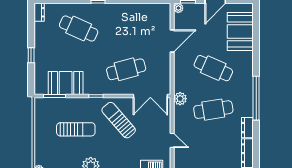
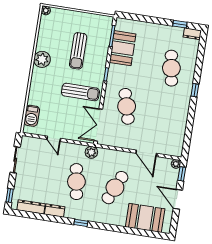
cafe table: (79, 29) -> (171, 68), turned -33
window: (31, 55) -> (180, 24), moved
window: (256, 98) -> (81, 223), width x0.32
sun lounger: (119, 120) -> (80, 92), turned 41
door: (172, 140) -> (54, 139), hinge flipped

